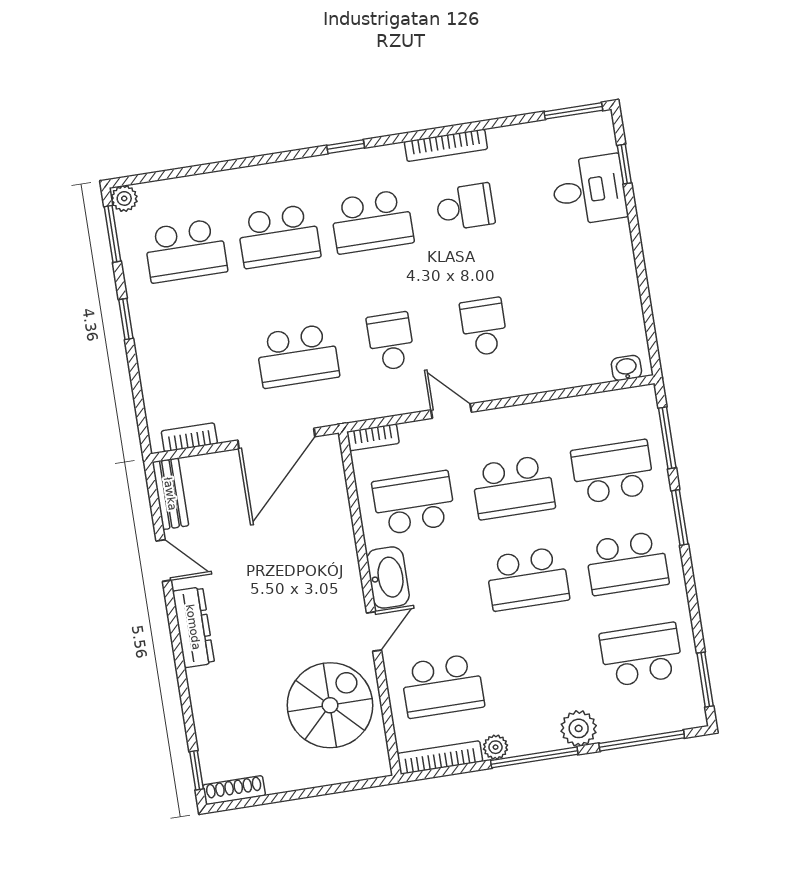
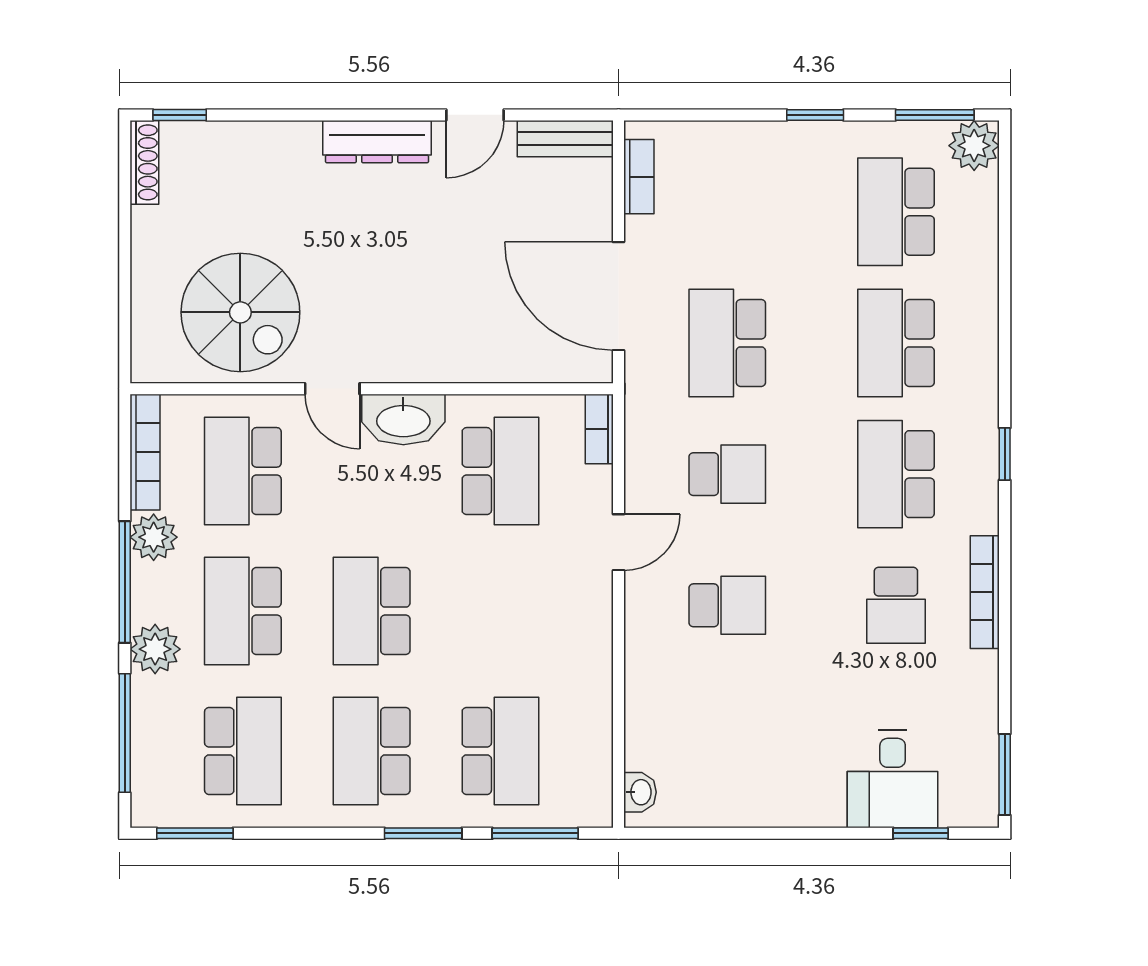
plant: (124, 198) -> (974, 146), width x1.38, depth x1.38
school desk: (513, 487) -> (243, 611), moved
plant: (496, 747) -> (154, 537), width x1.38, depth x1.38

